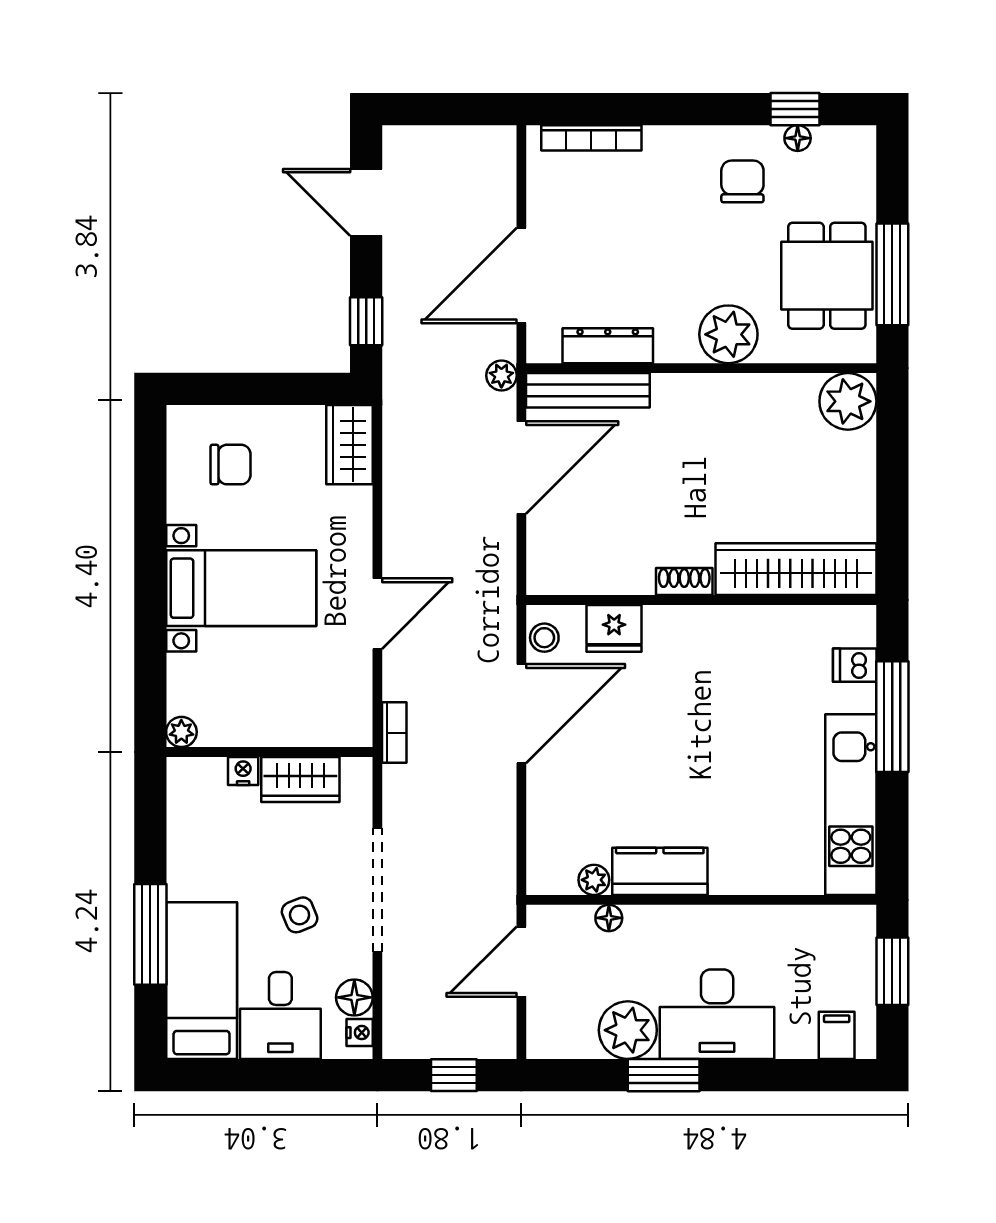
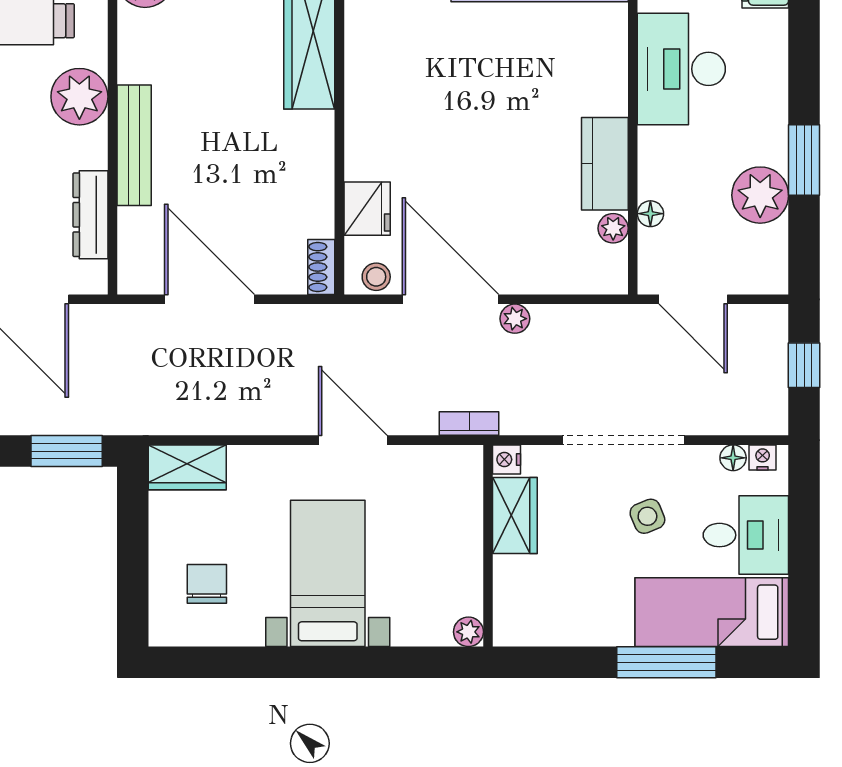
window: (366, 321) -> (67, 451), width x1.50
plant: (501, 376) -> (515, 319), moved
bench: (588, 390) -> (134, 145), moved
shoe rack: (684, 582) -> (321, 267), moved
nightstand: (243, 771) -> (507, 459), moved
floor lamp: (354, 997) -> (733, 458), width x0.73, depth x0.73
desk: (717, 1014) -> (681, 69), moved, turned 180

